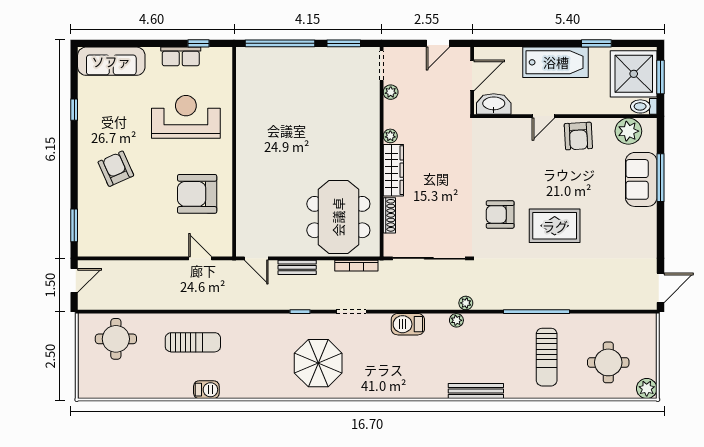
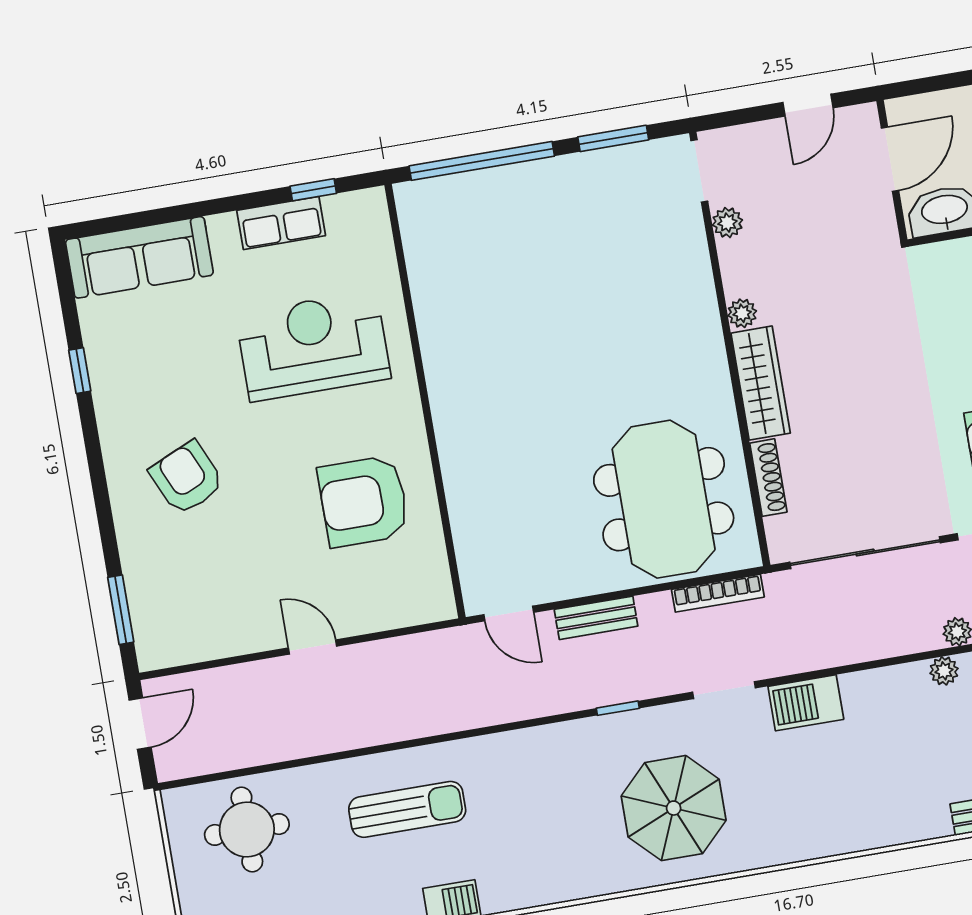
door: (200, 258) -> (313, 647), moved
barbecue: (408, 324) -> (806, 703), moved

